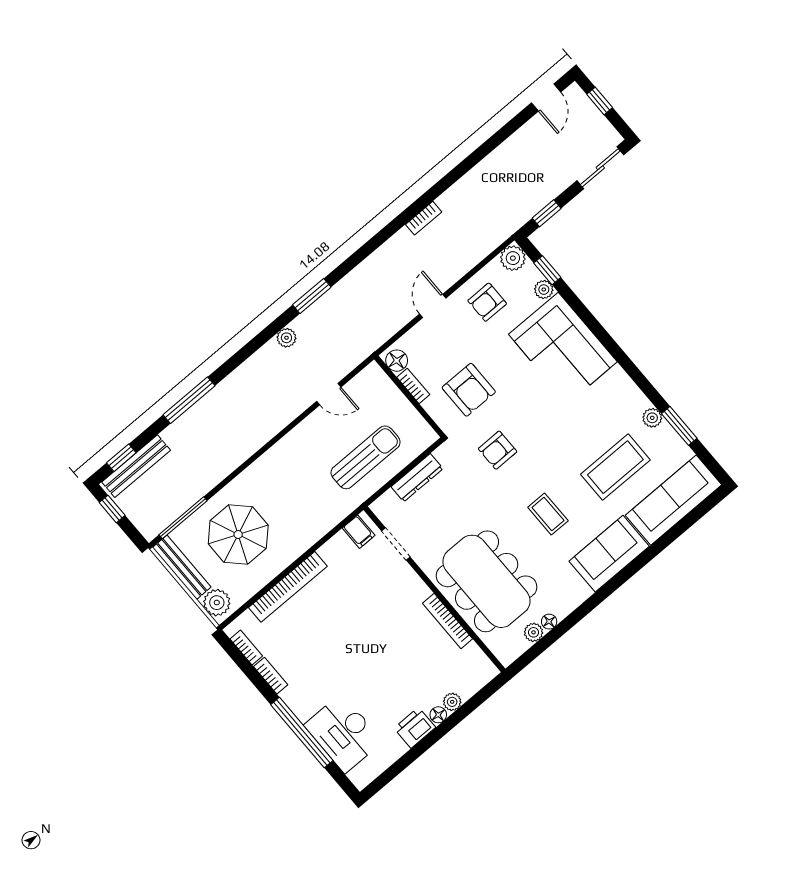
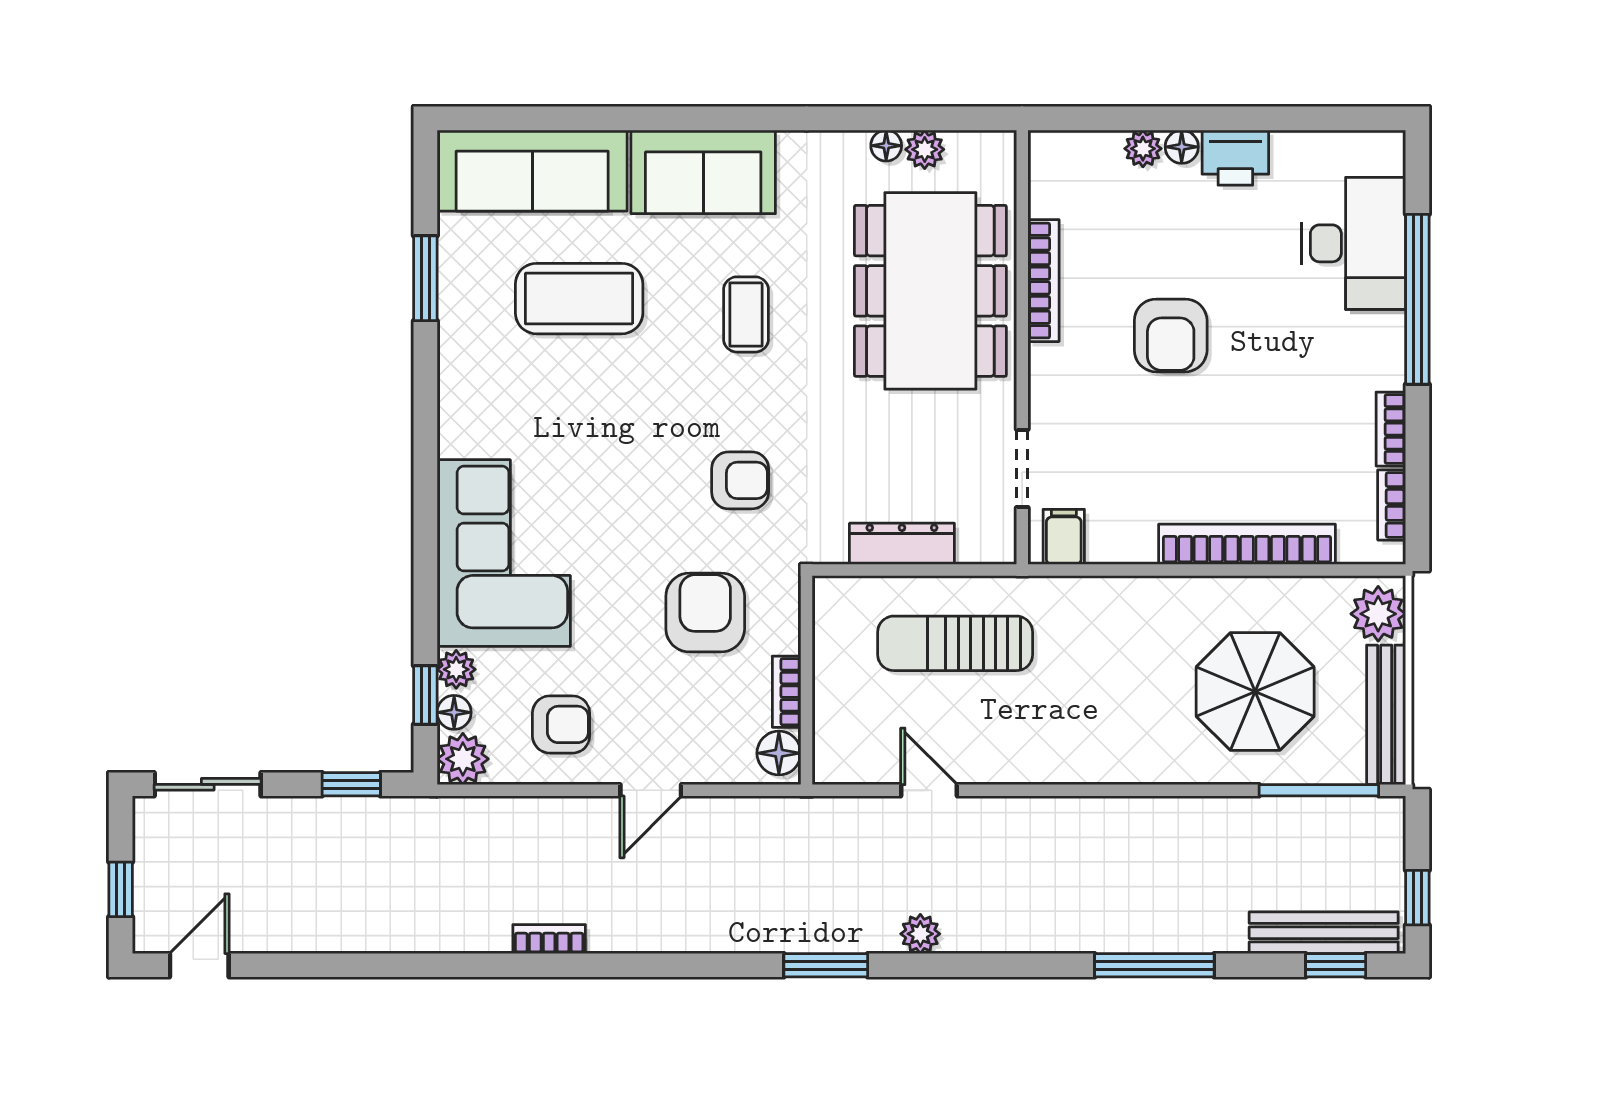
floor lamp: (531, 273) -> (454, 712), added
plant: (652, 418) -> (457, 327), removed
armchair: (383, 641) -> (1171, 335), added

